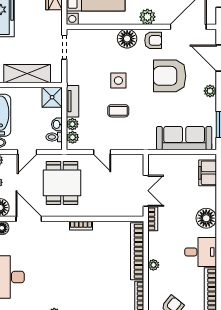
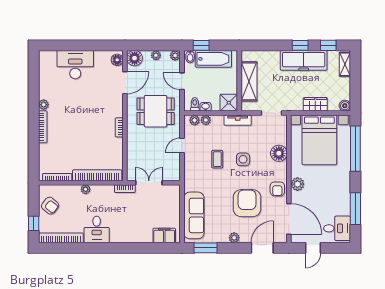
floor lamp: (127, 39) -> (279, 153), moved
tv unit: (73, 101) -> (238, 120), moved
double door: (146, 191) -> (149, 183), swing flipped
floor lamp: (206, 218) -> (125, 234), removed

